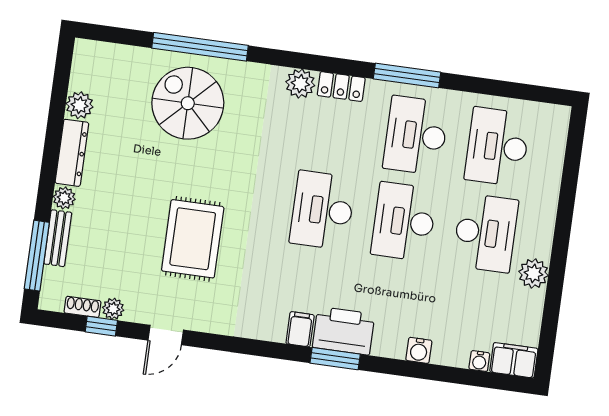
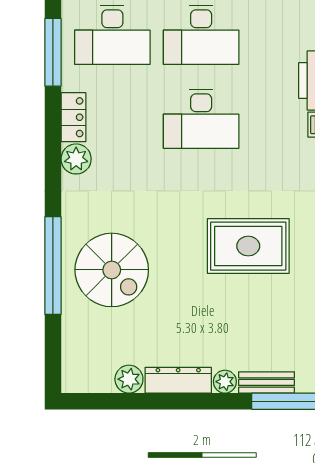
spiral stairs: (188, 103) -> (112, 270), turned -90

